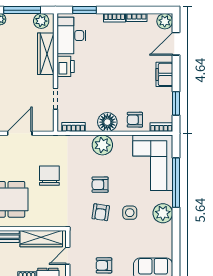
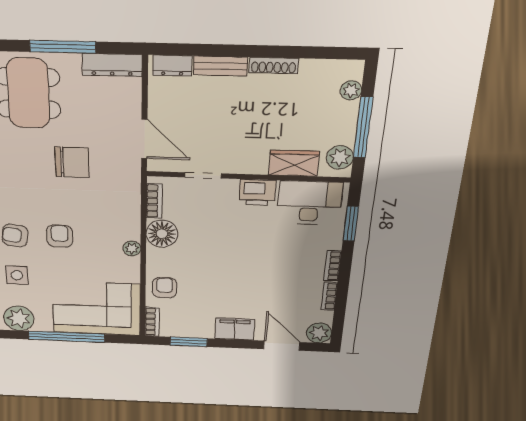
wardrobe: (46, 54) -> (294, 163), width x0.67
floor lamp: (107, 122) -> (162, 234), moved
door: (20, 133) -> (144, 139), moved
plant: (102, 145) -> (132, 248), width x0.53, depth x0.53

